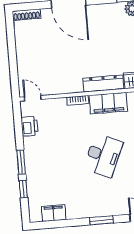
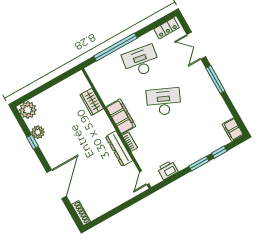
dresser: (103, 84) -> (119, 149), moved
filing cabinet: (54, 213) -> (233, 130), moved
window: (101, 220) -> (215, 79), width x1.44

